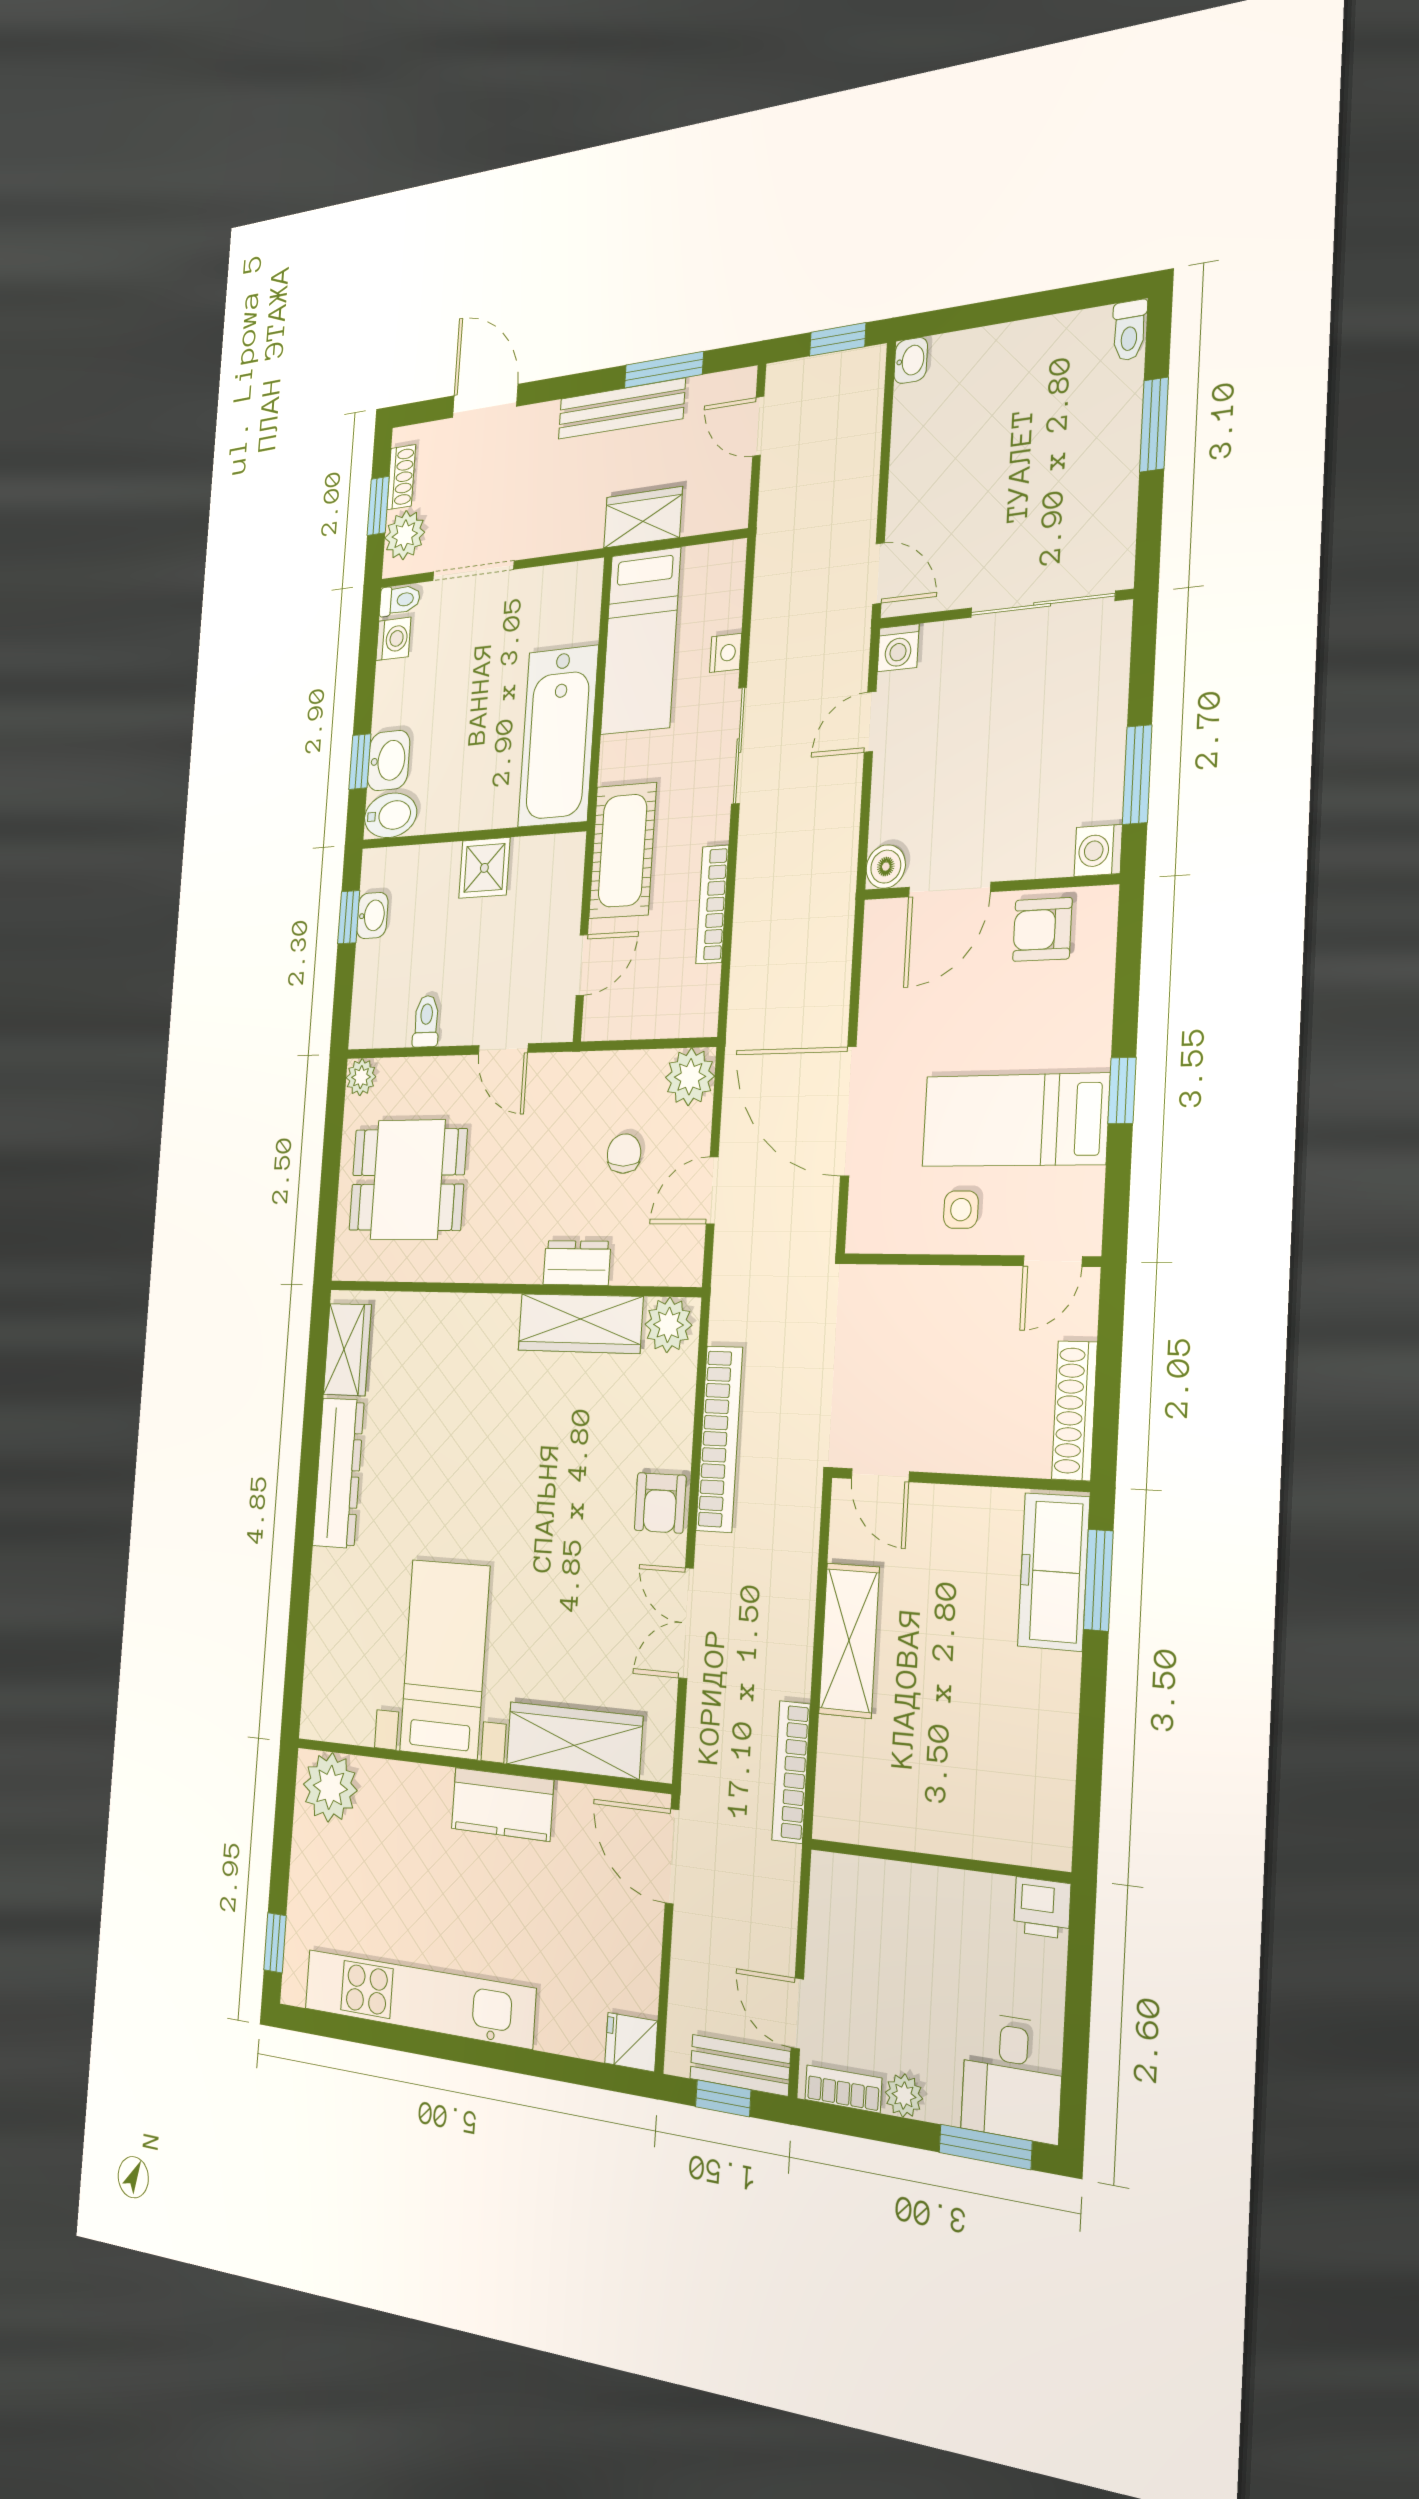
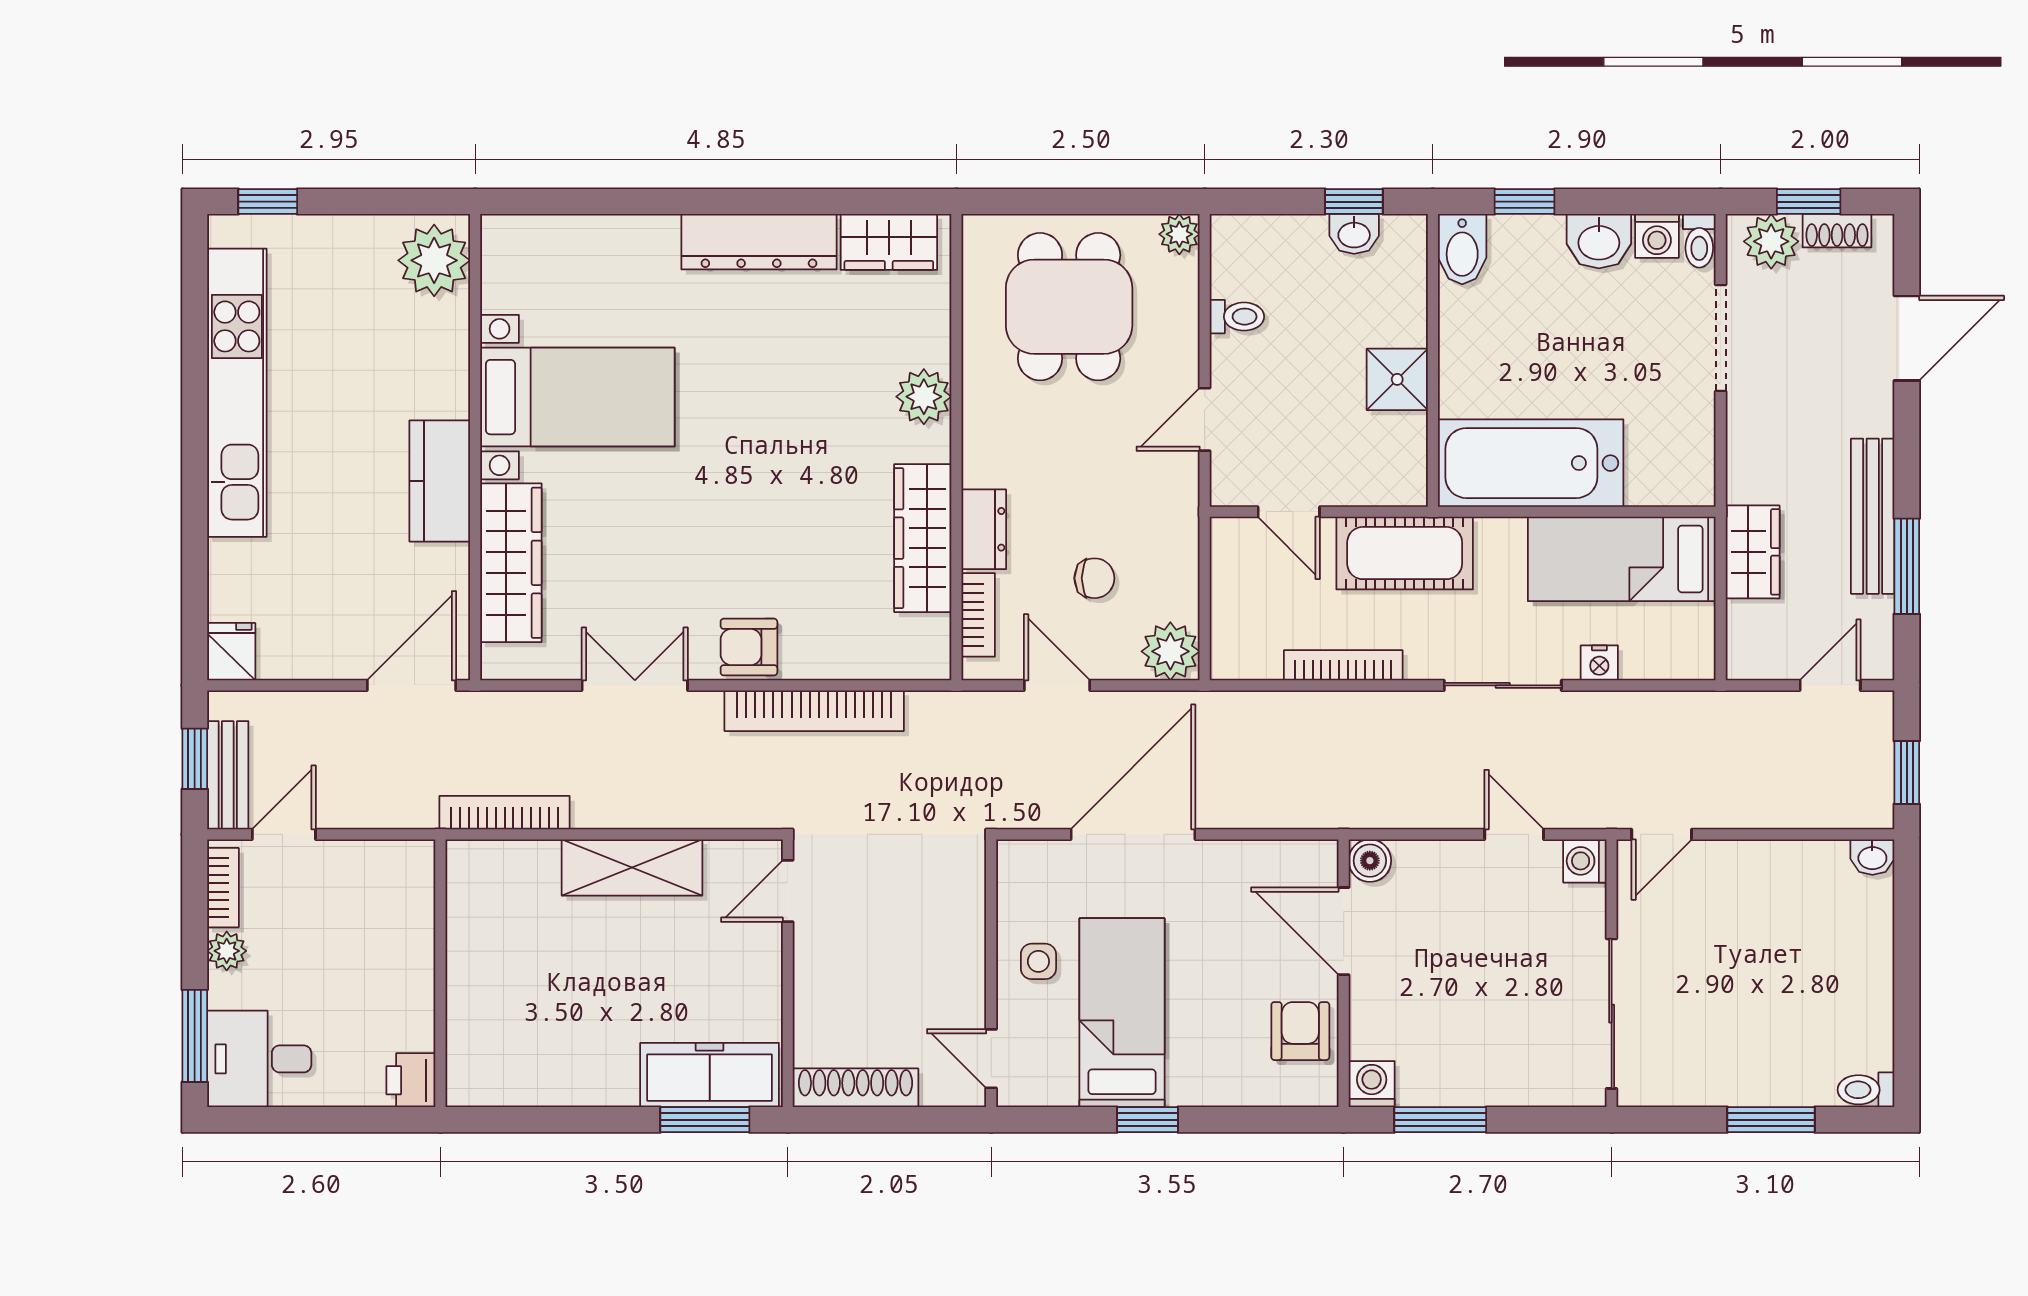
washbasin: (389, 761) -> (1599, 241), moved
bookcase: (647, 1270) -> (978, 615), added
plant: (668, 1325) -> (924, 397), moved

